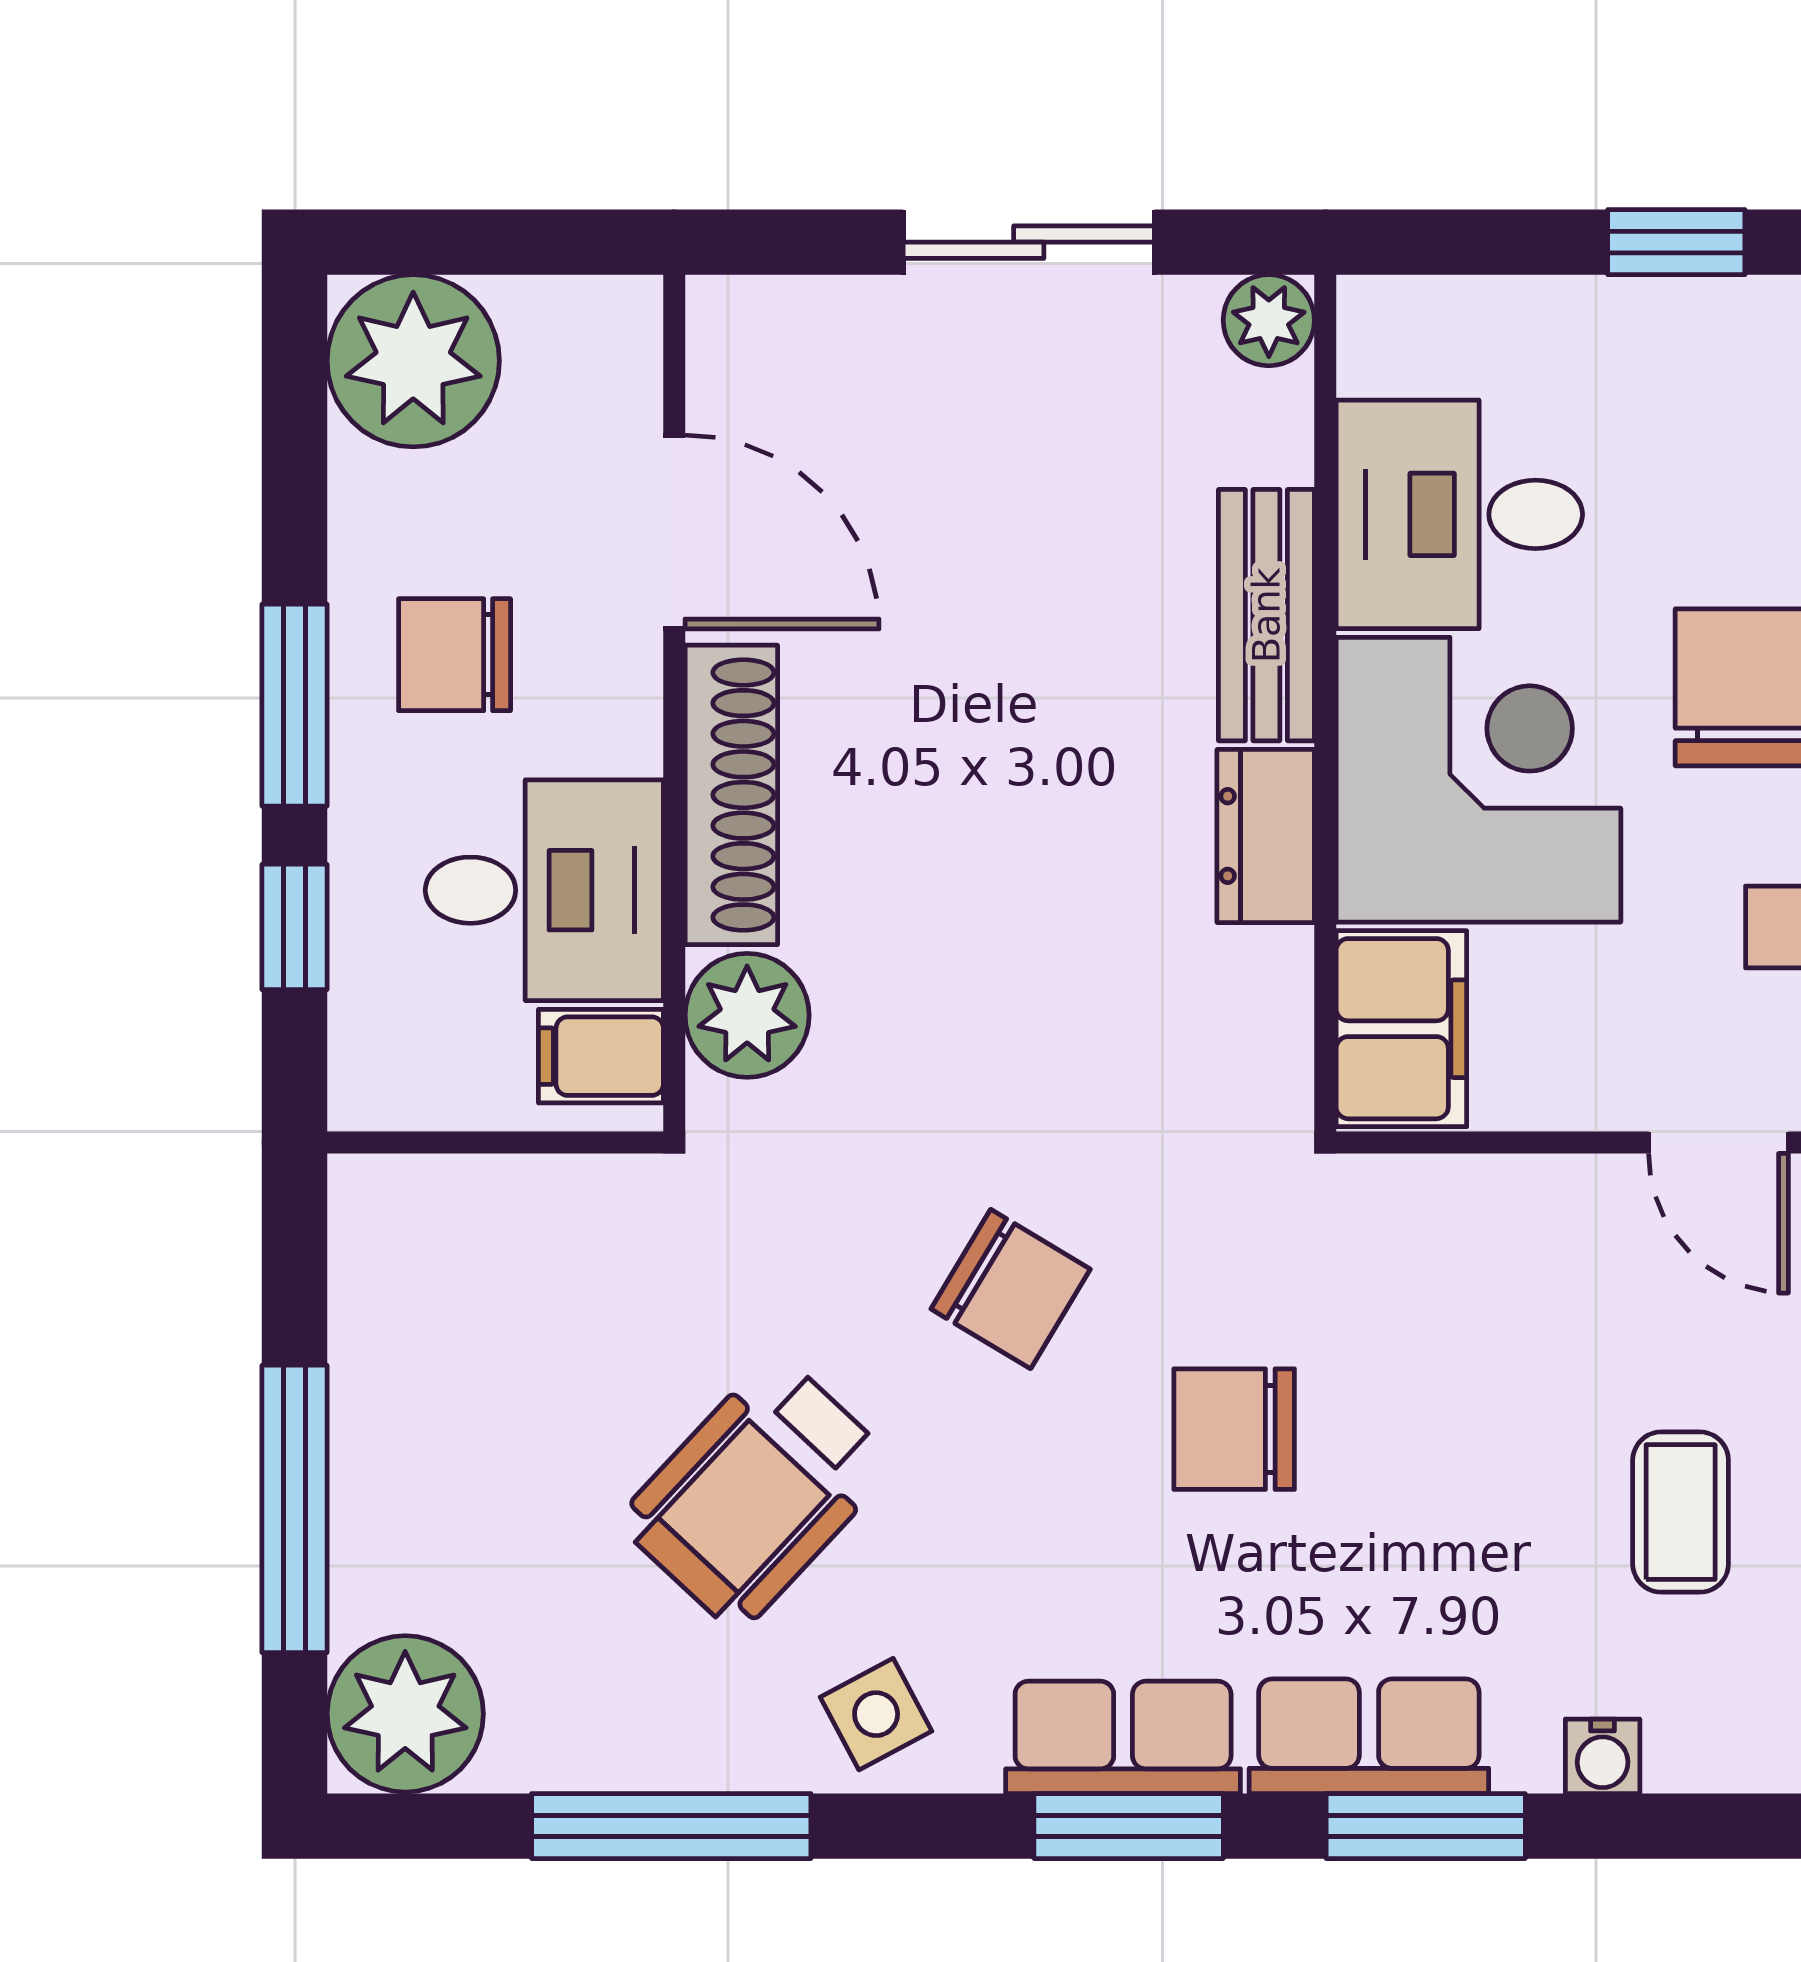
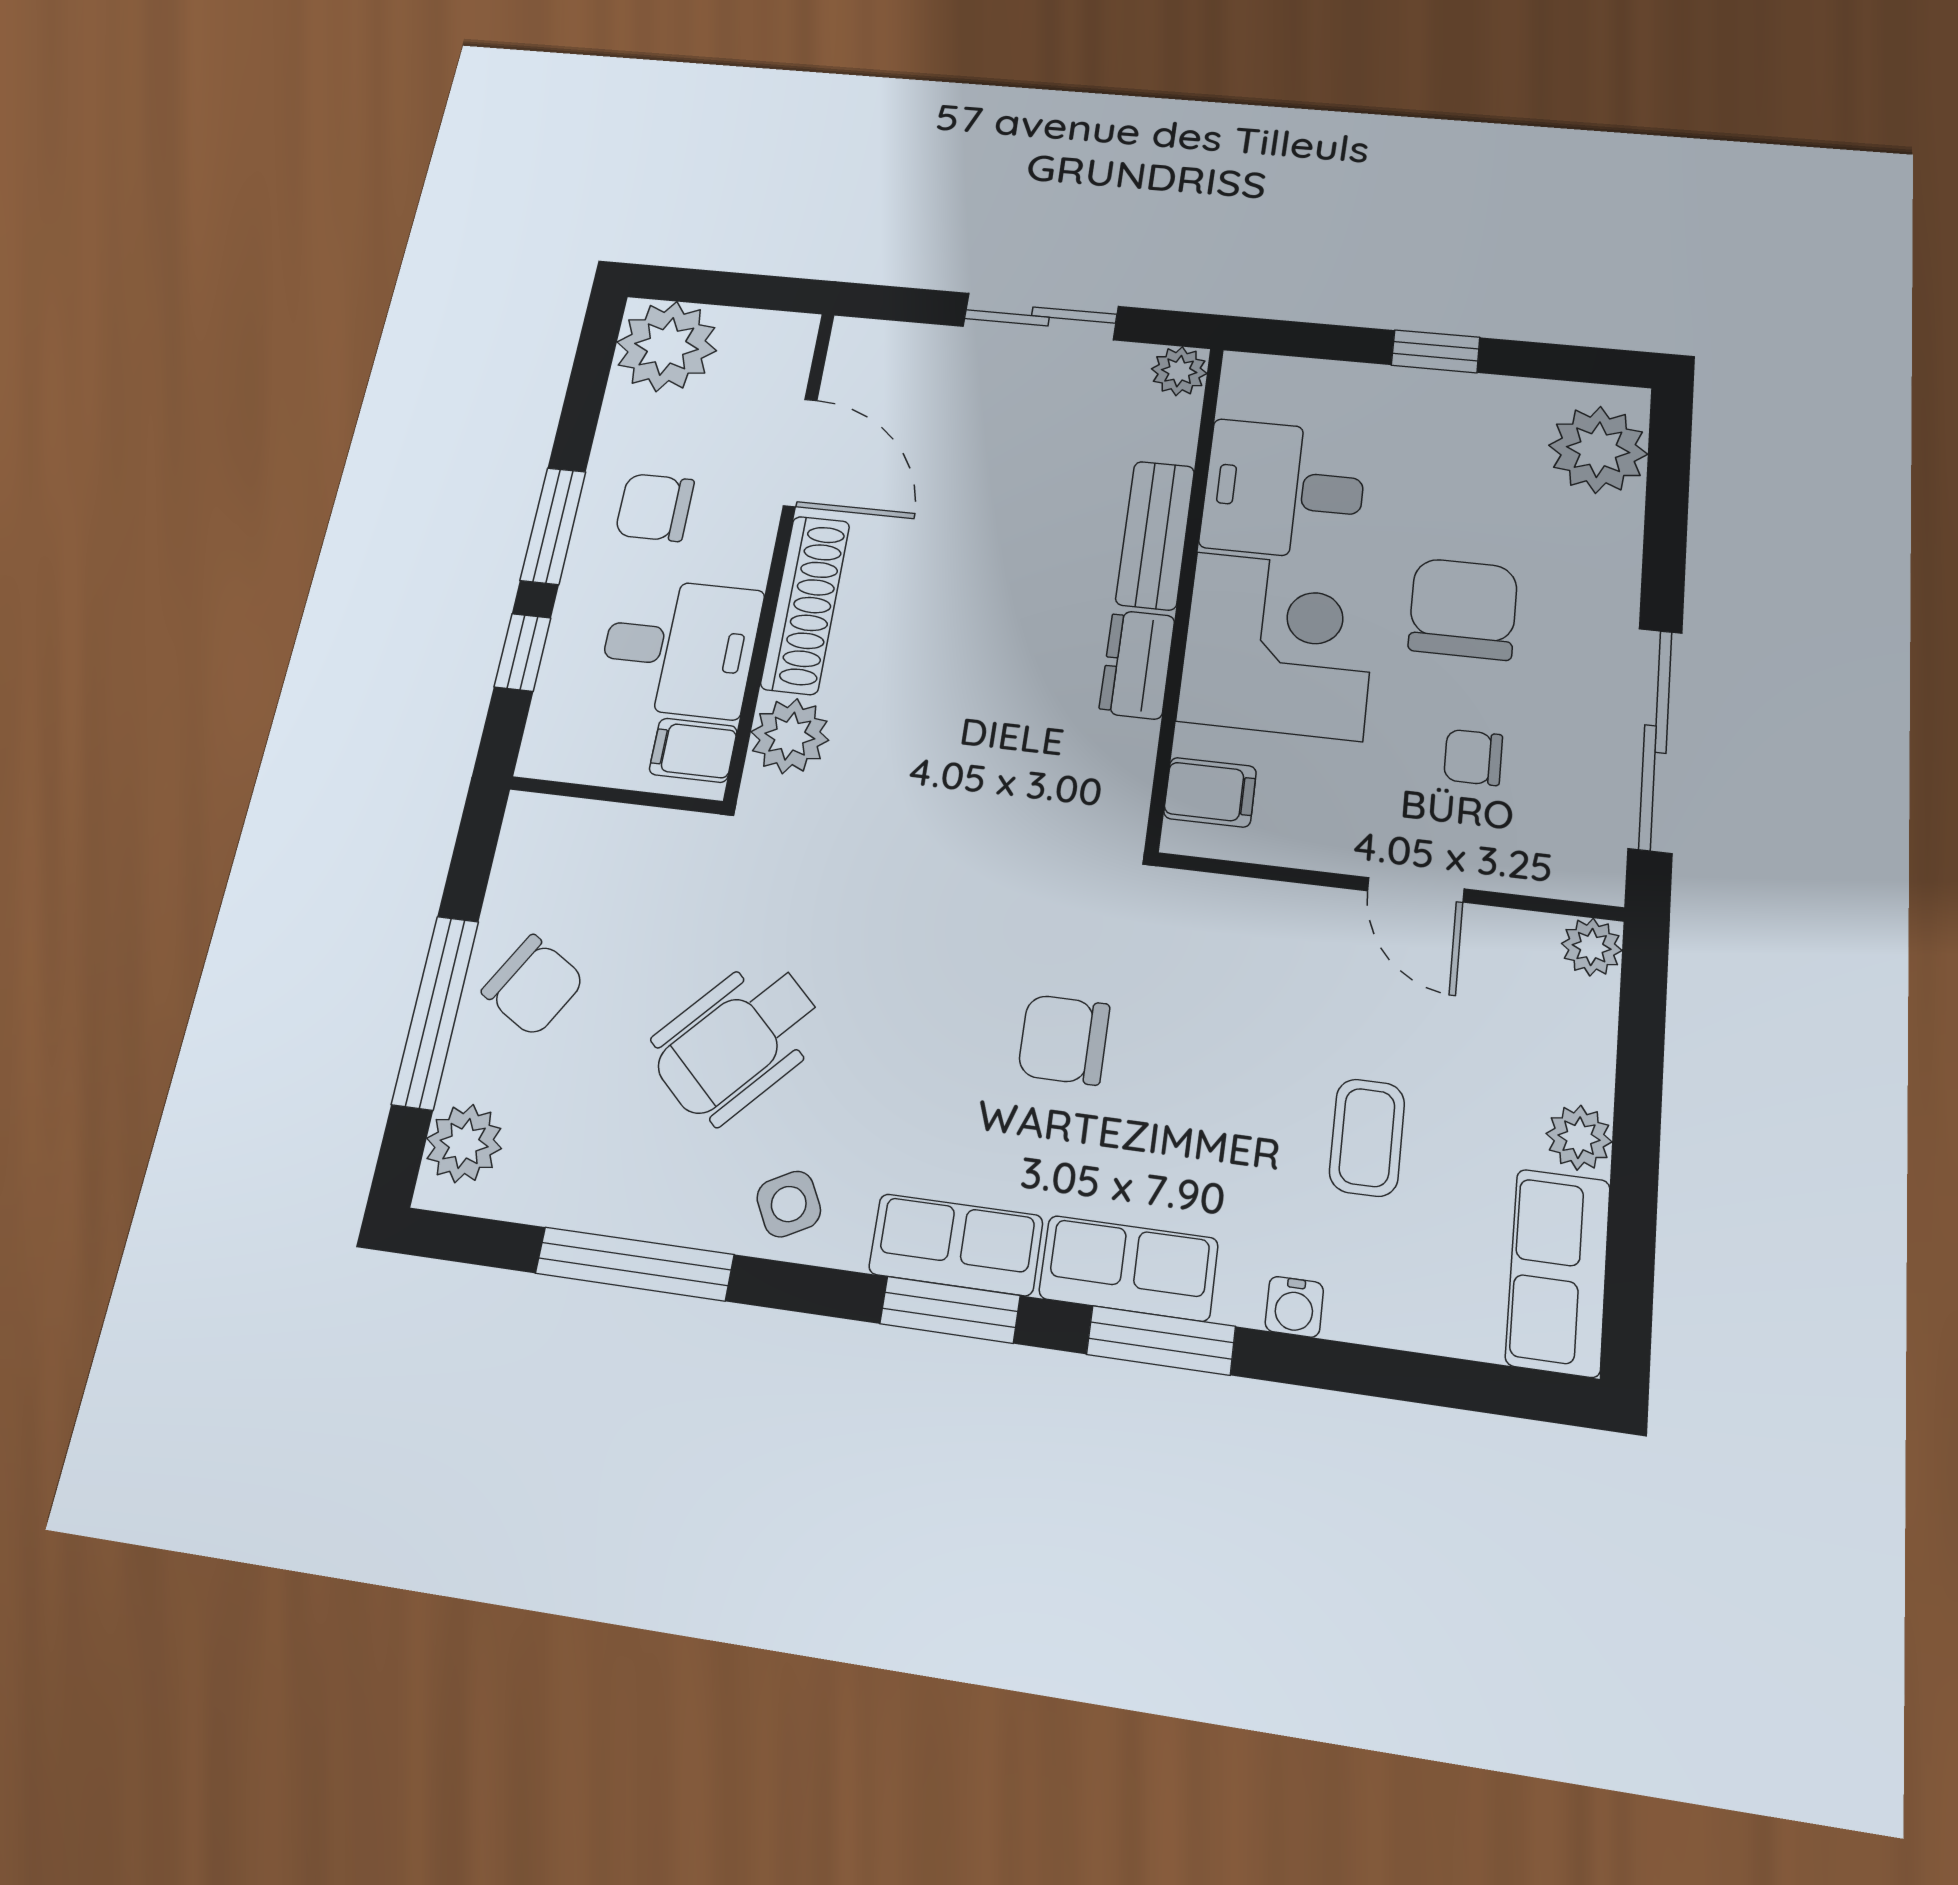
filing cabinet: (1401, 1029) -> (1210, 792), width x0.50
chair: (1011, 1289) -> (533, 986), moved
plant: (405, 1714) -> (464, 1143), width x0.73, depth x0.73

